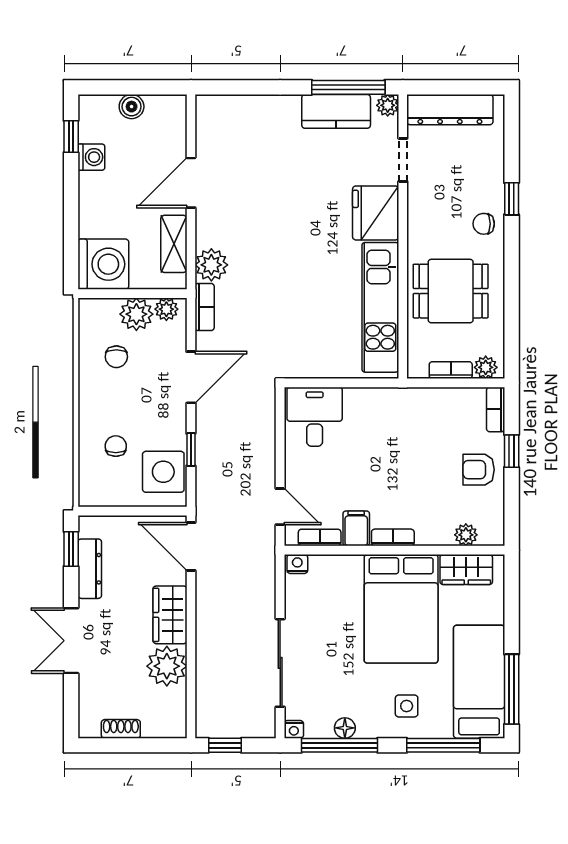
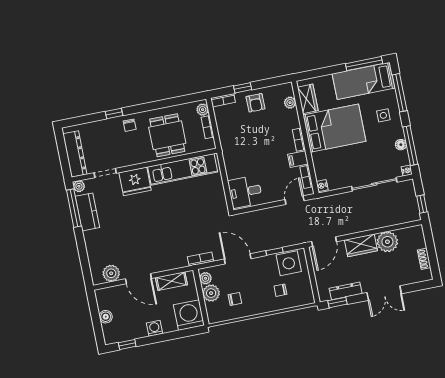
washing machine: (91, 157) -> (154, 328), moved
plant: (211, 265) -> (111, 273), moved

